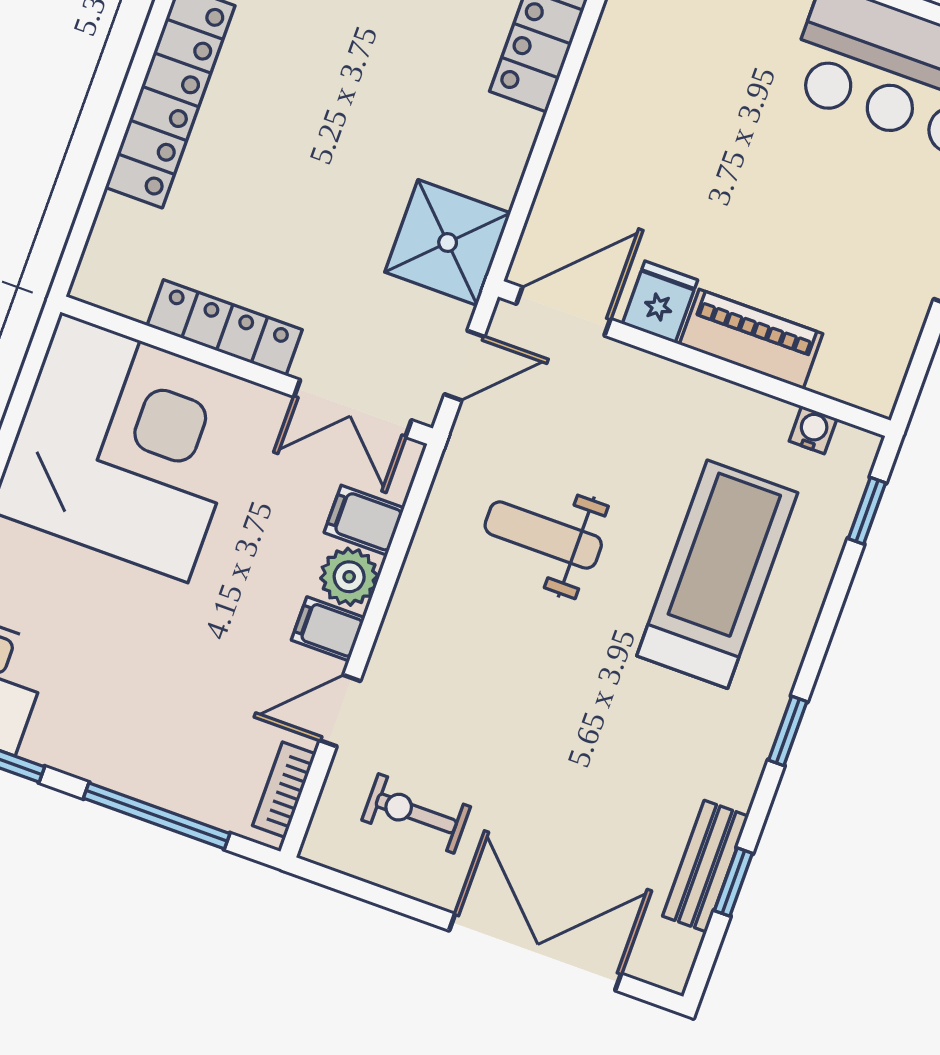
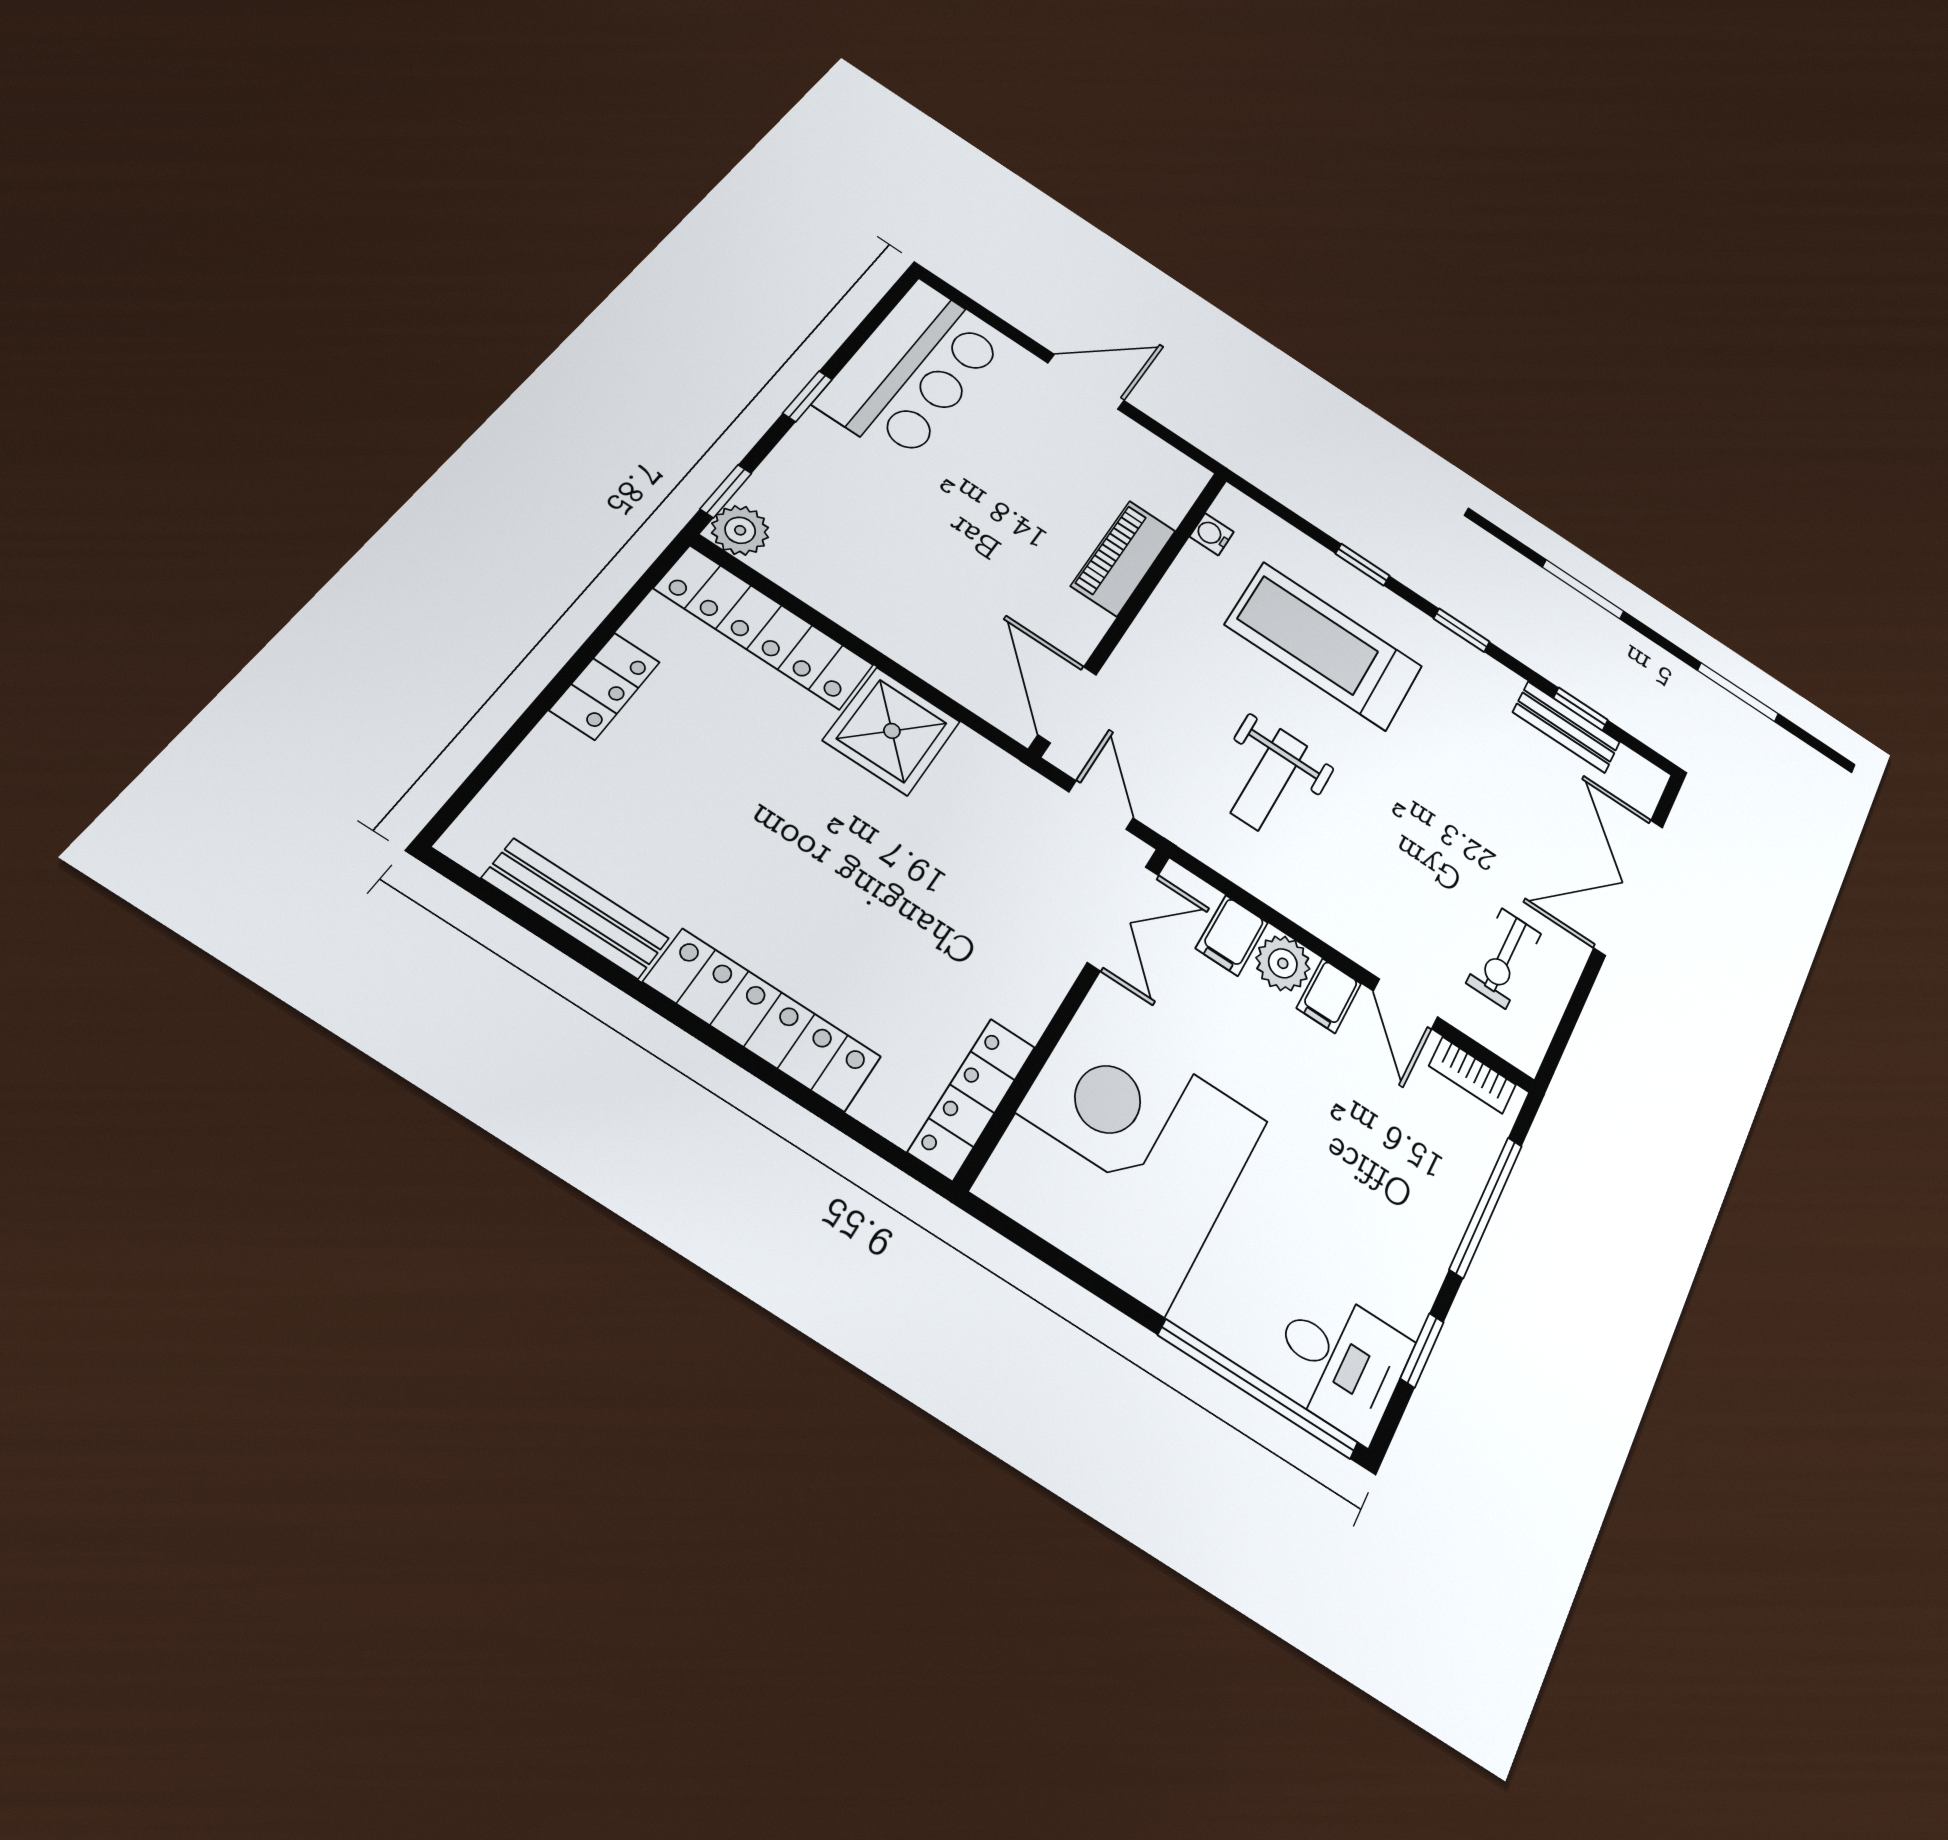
shower: (448, 243) -> (892, 731), moved
fridge: (660, 302) -> (1075, 621), removed
locker: (225, 328) -> (972, 1099), moved
window: (867, 511) -> (1363, 565), moved

